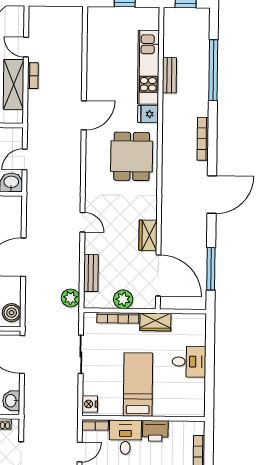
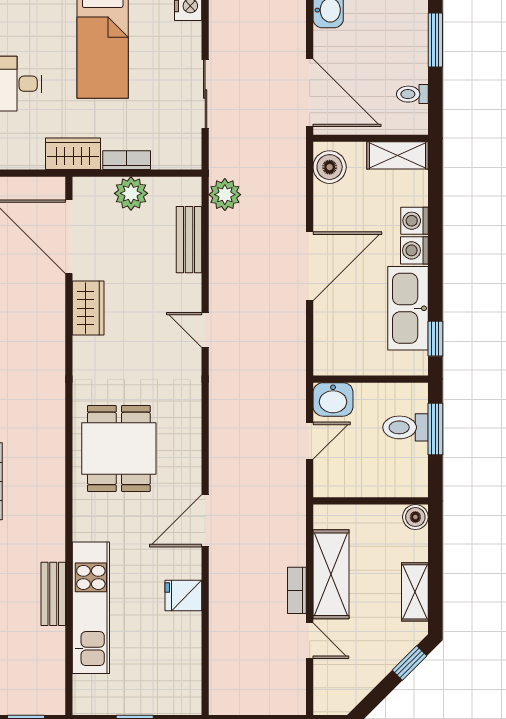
fridge: (148, 114) -> (183, 595), moved, turned 180
bookcase: (118, 318) -> (127, 160), width x0.64

